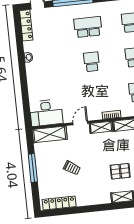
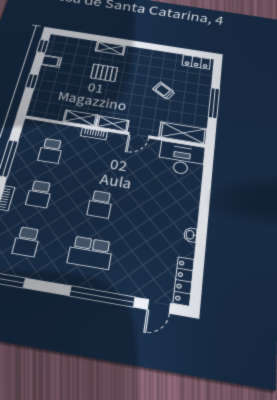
locker: (59, 203) -> (196, 62), width x0.66

